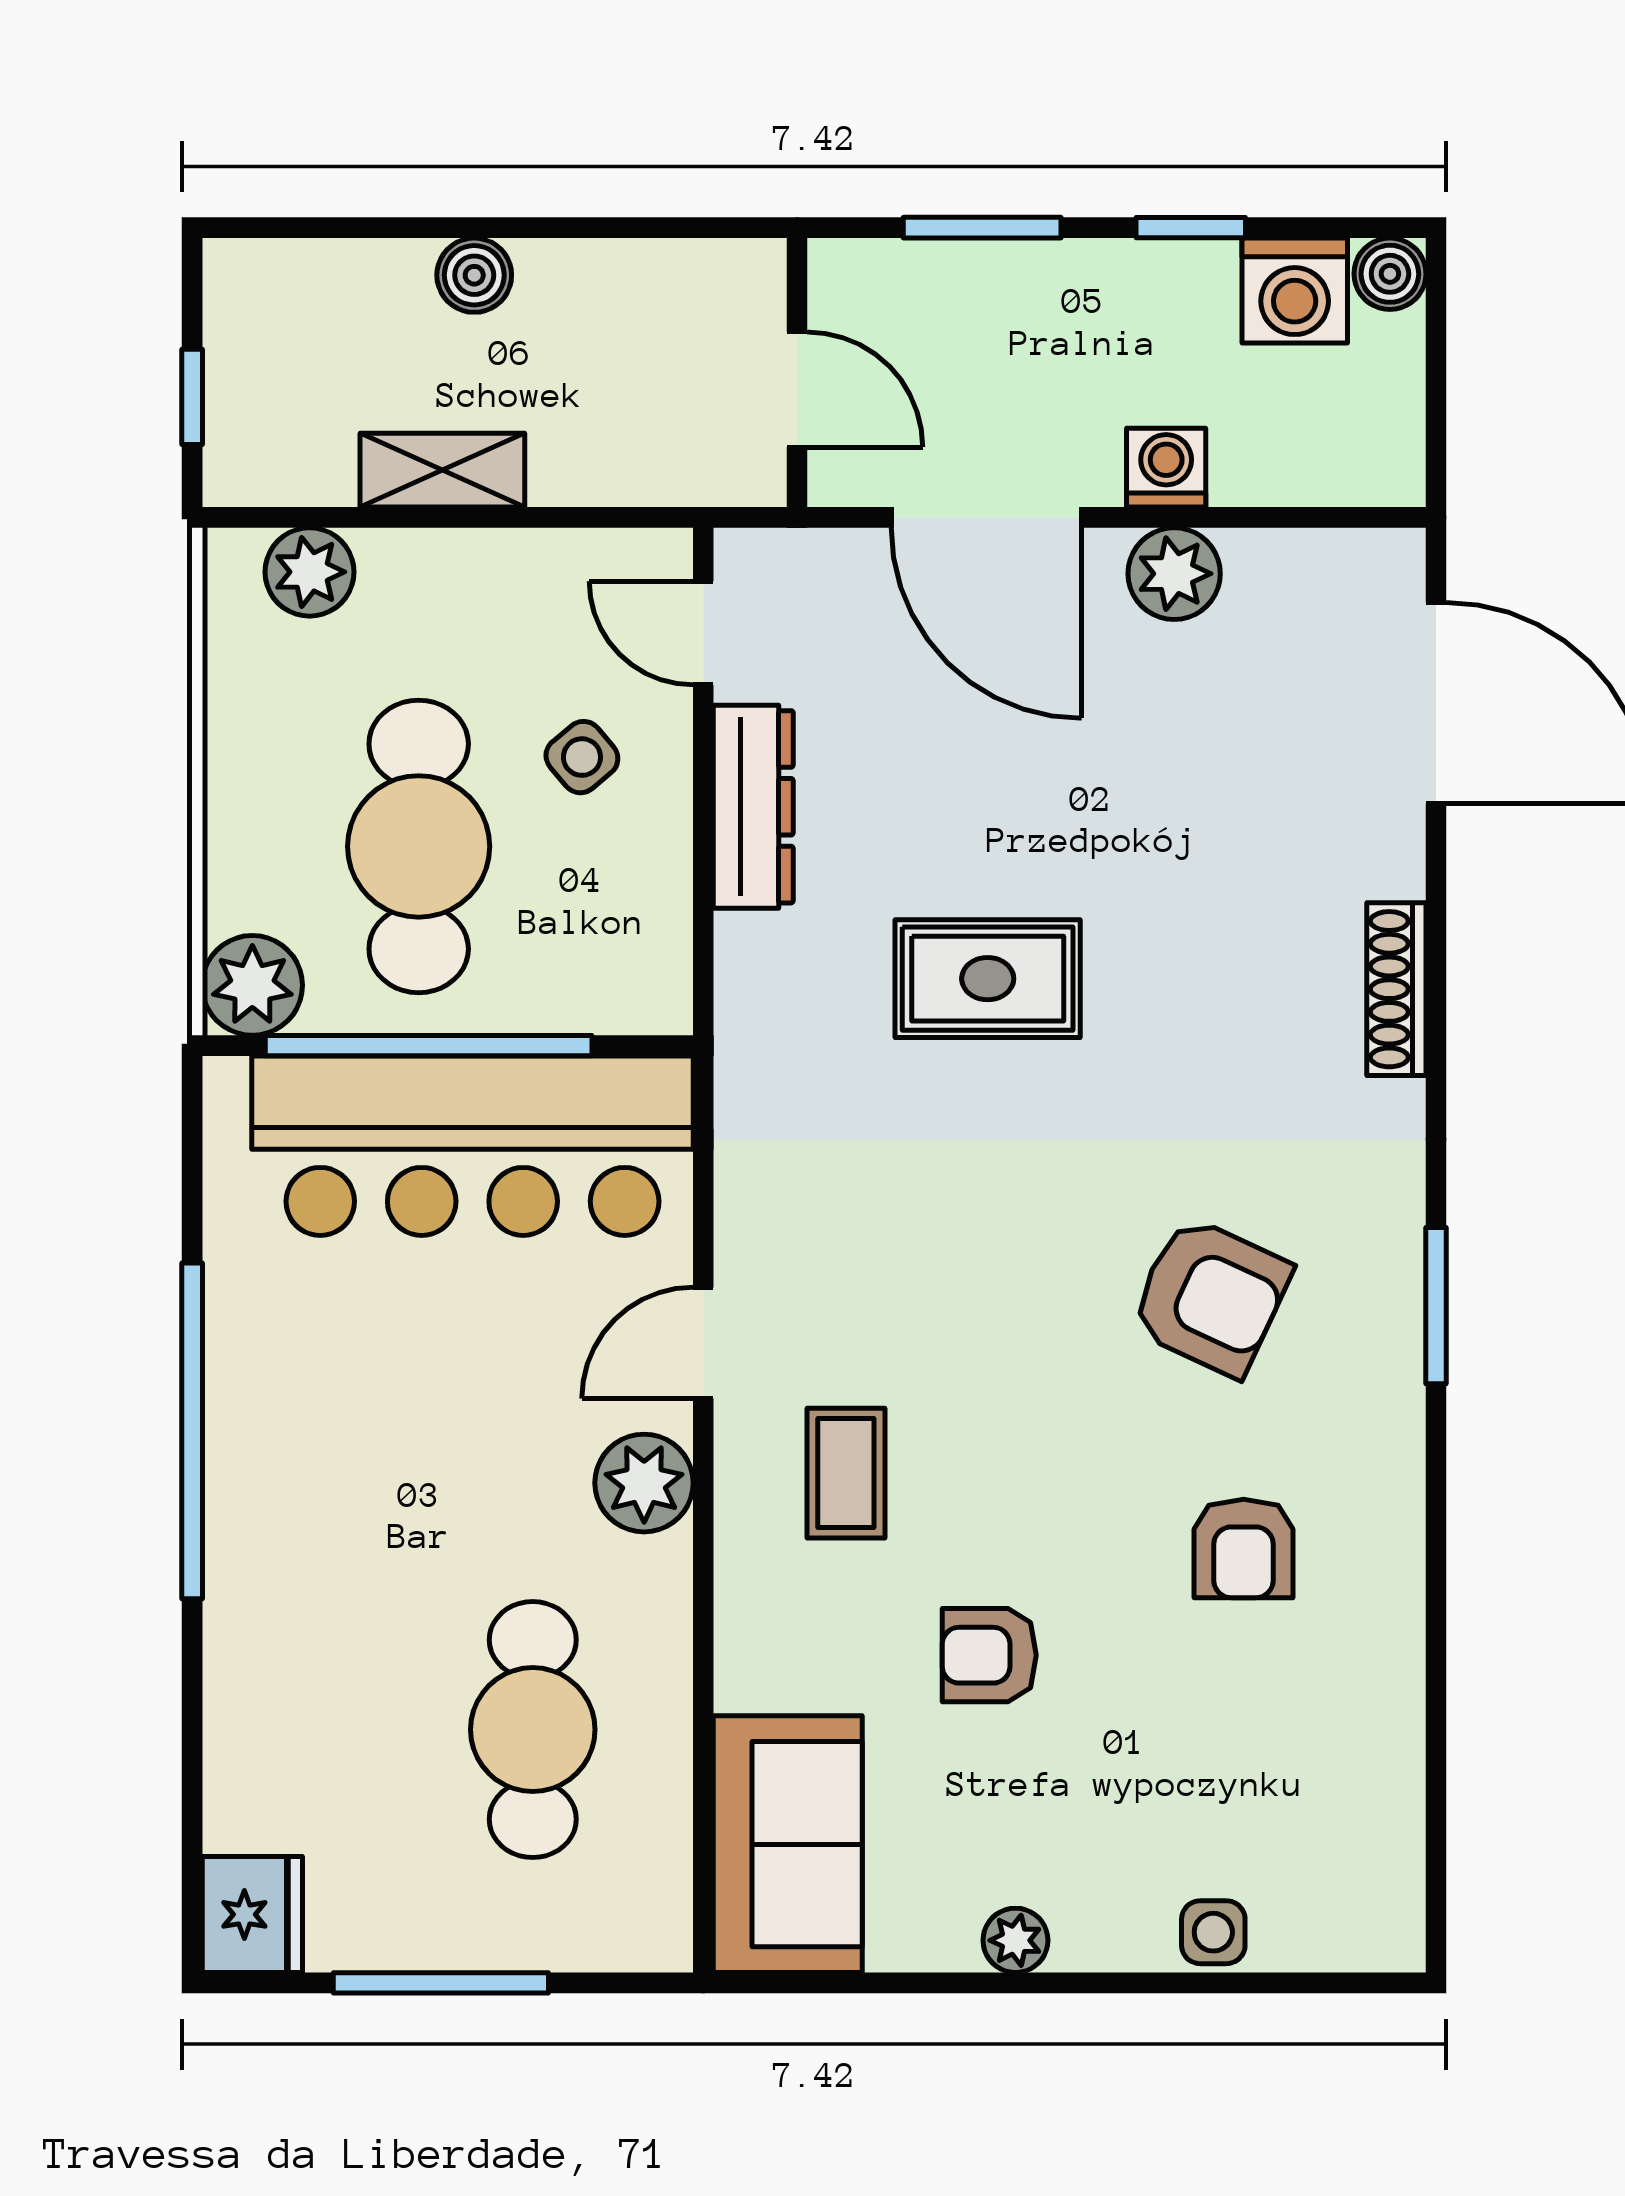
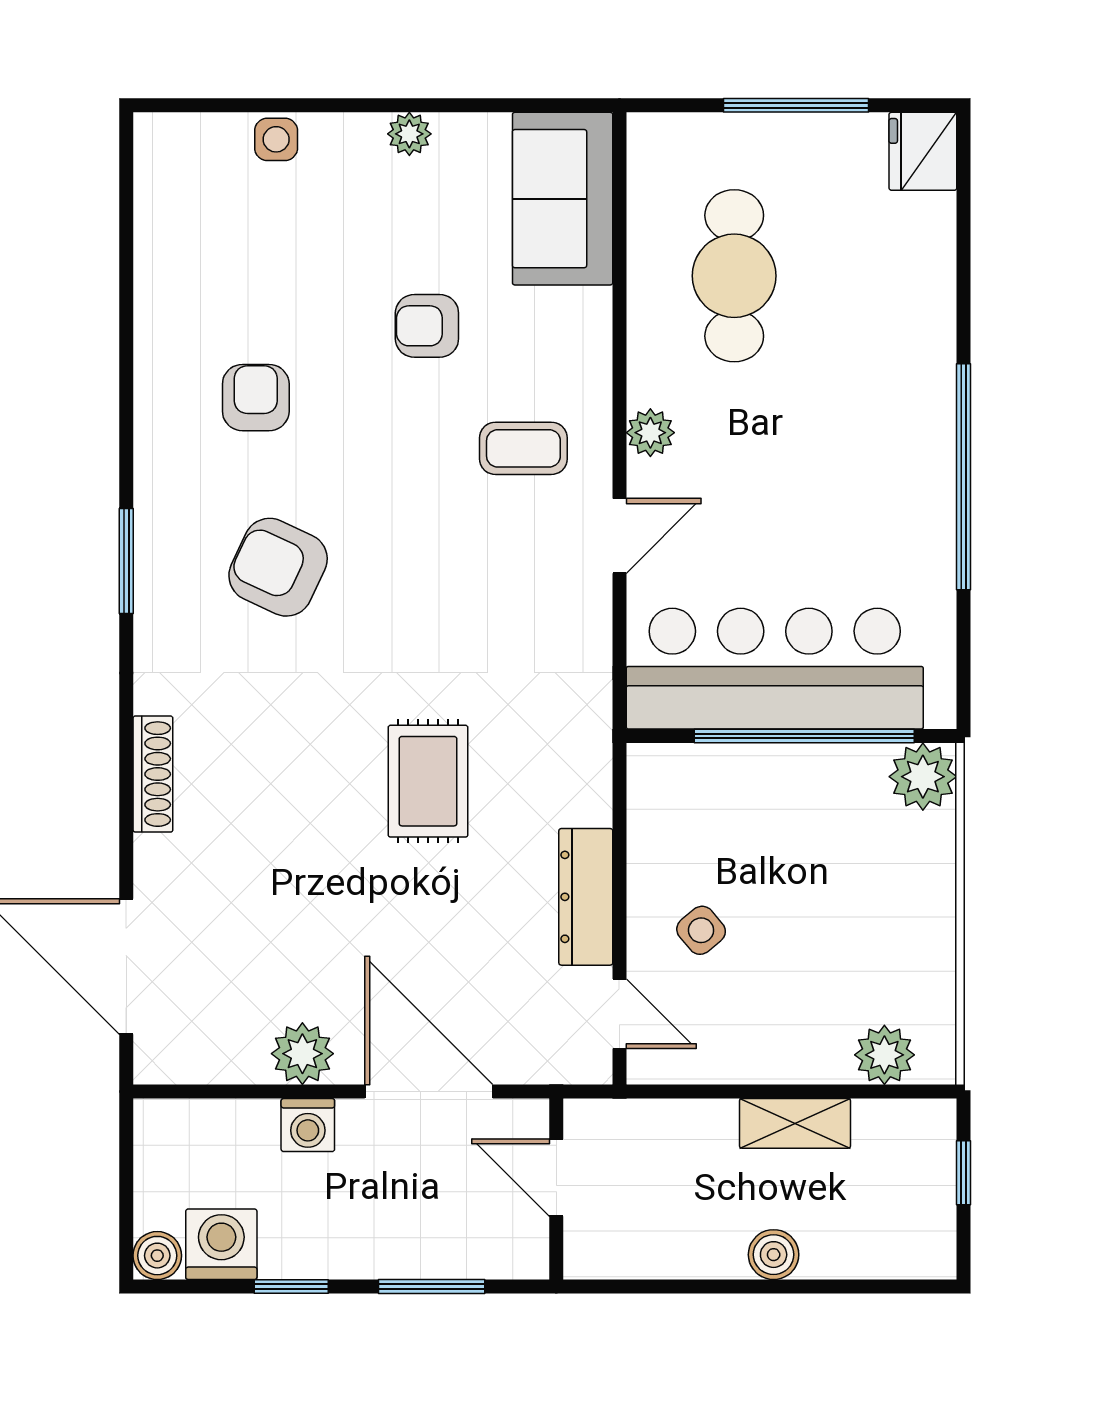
cafe table: (419, 846) -> (811, 870), removed
rug: (988, 979) -> (428, 781), turned 90
coffee table: (846, 1473) -> (523, 448), turned 90
plant: (644, 1483) -> (650, 433), width x0.73, depth x0.73
armchair: (989, 1655) -> (427, 326), turned 180

